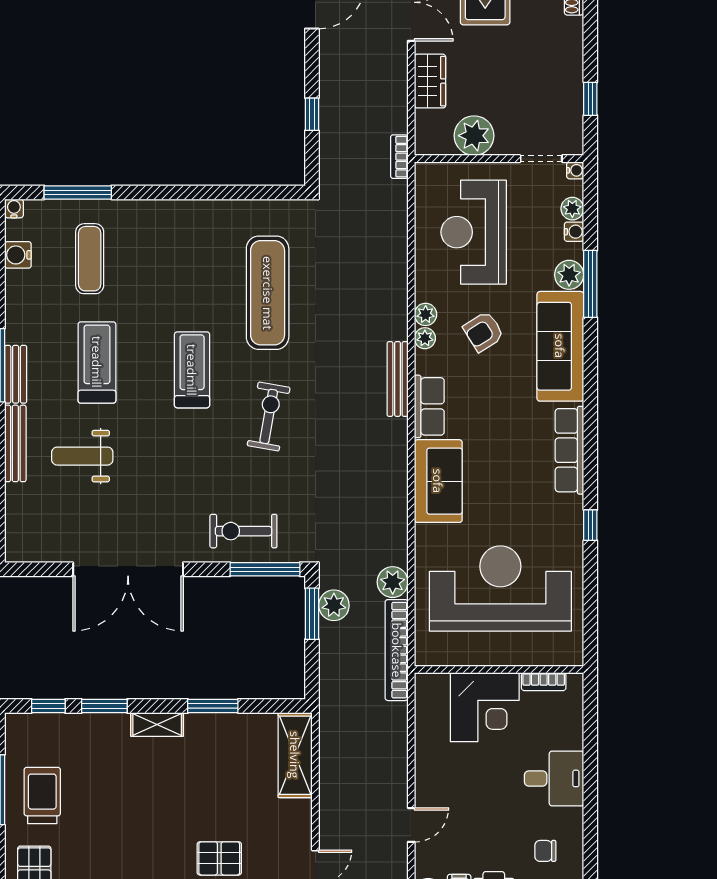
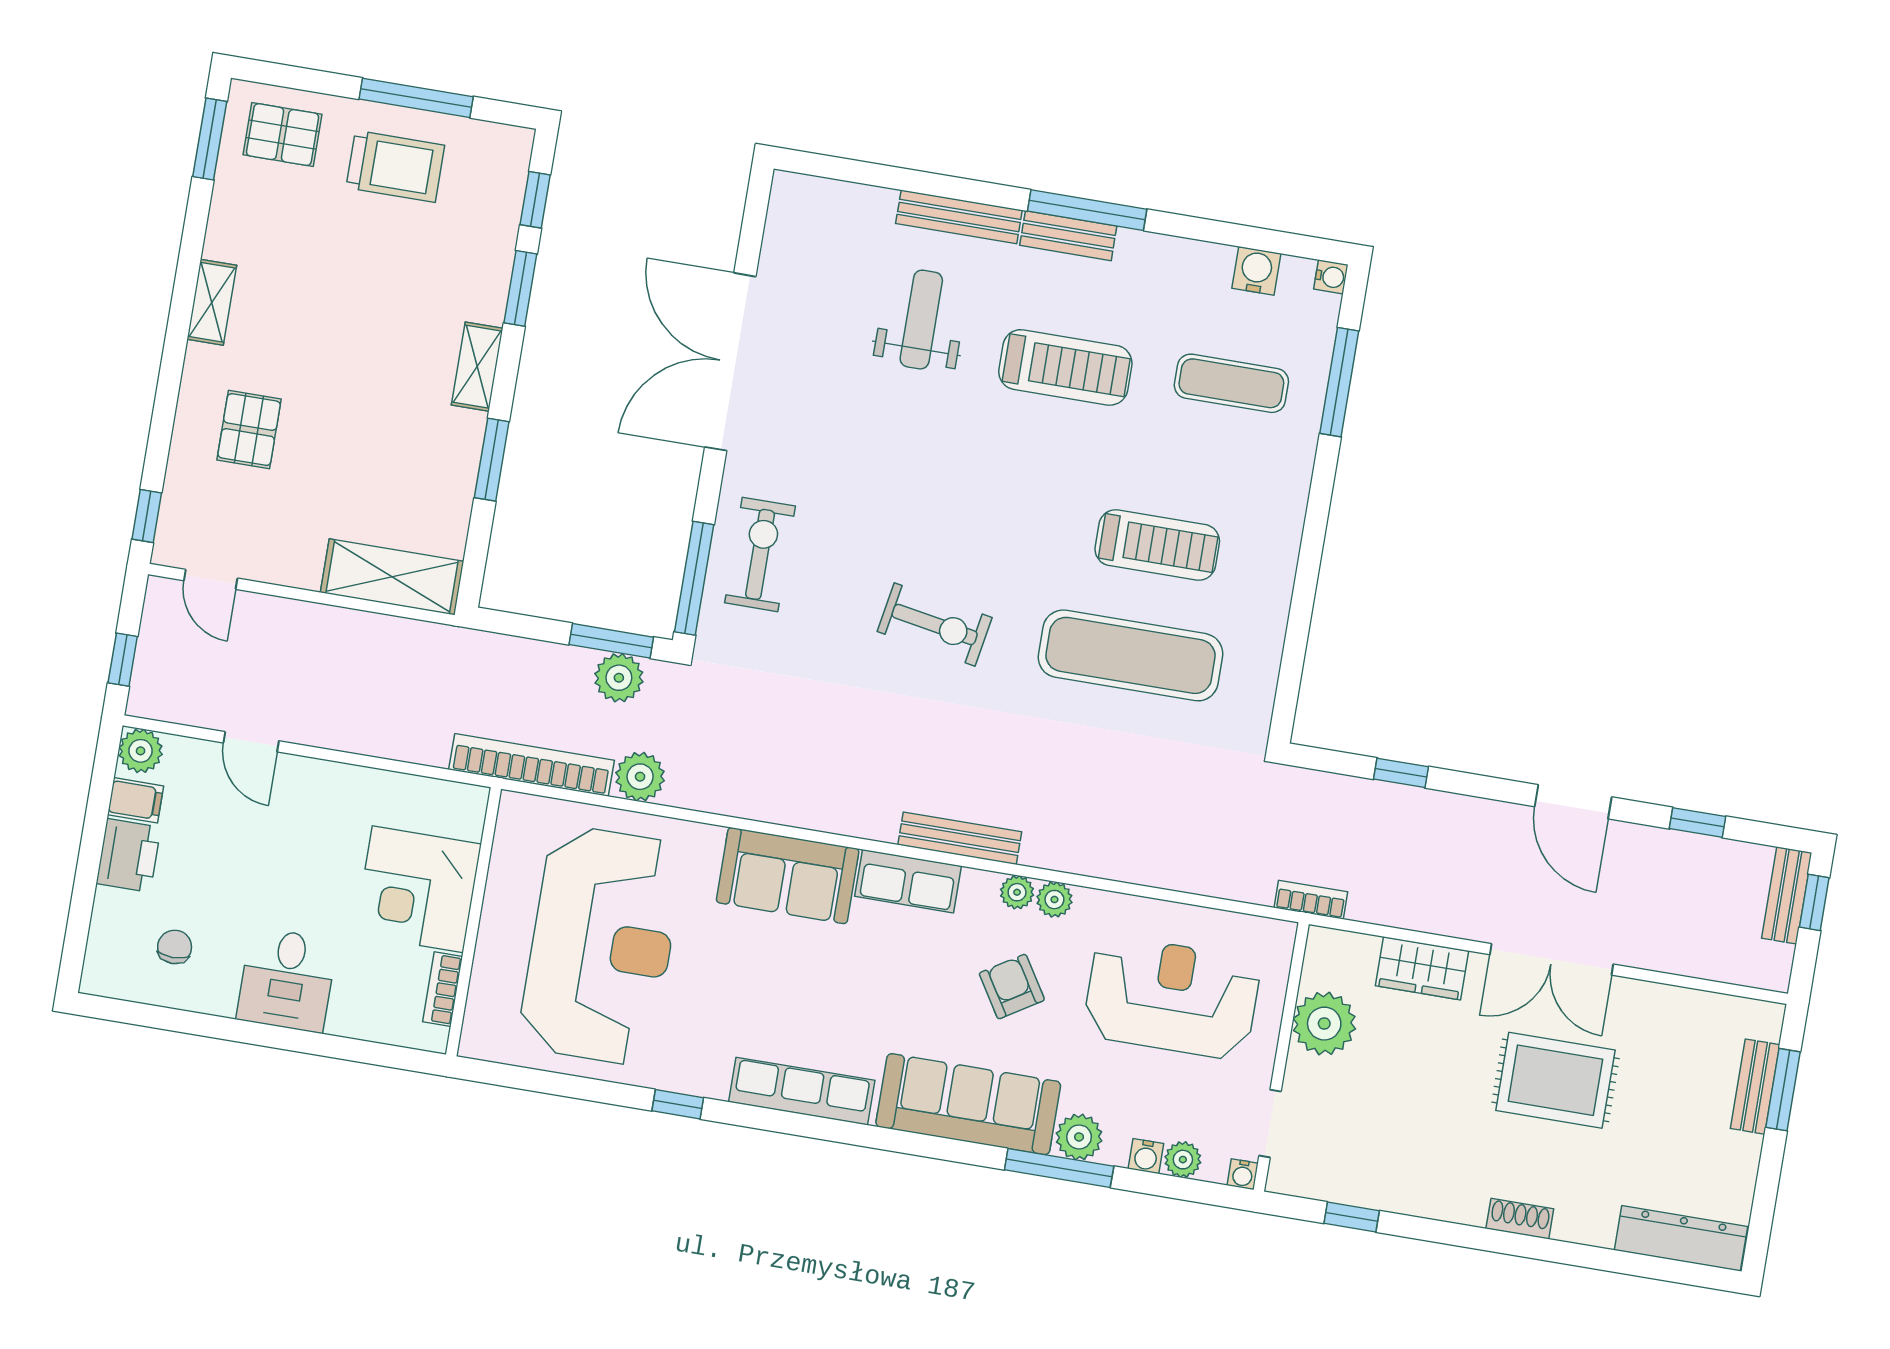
treadmill: (192, 370) -> (1157, 545), moved

